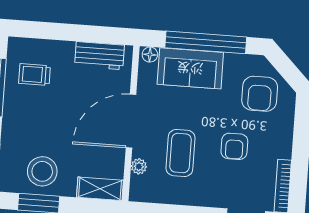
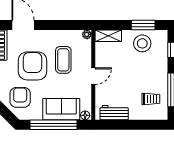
door: (131, 121) -> (93, 76), width x0.53
armchair: (234, 146) -> (33, 66), width x1.88, depth x1.88
plant: (139, 166) -> (87, 34), moved

